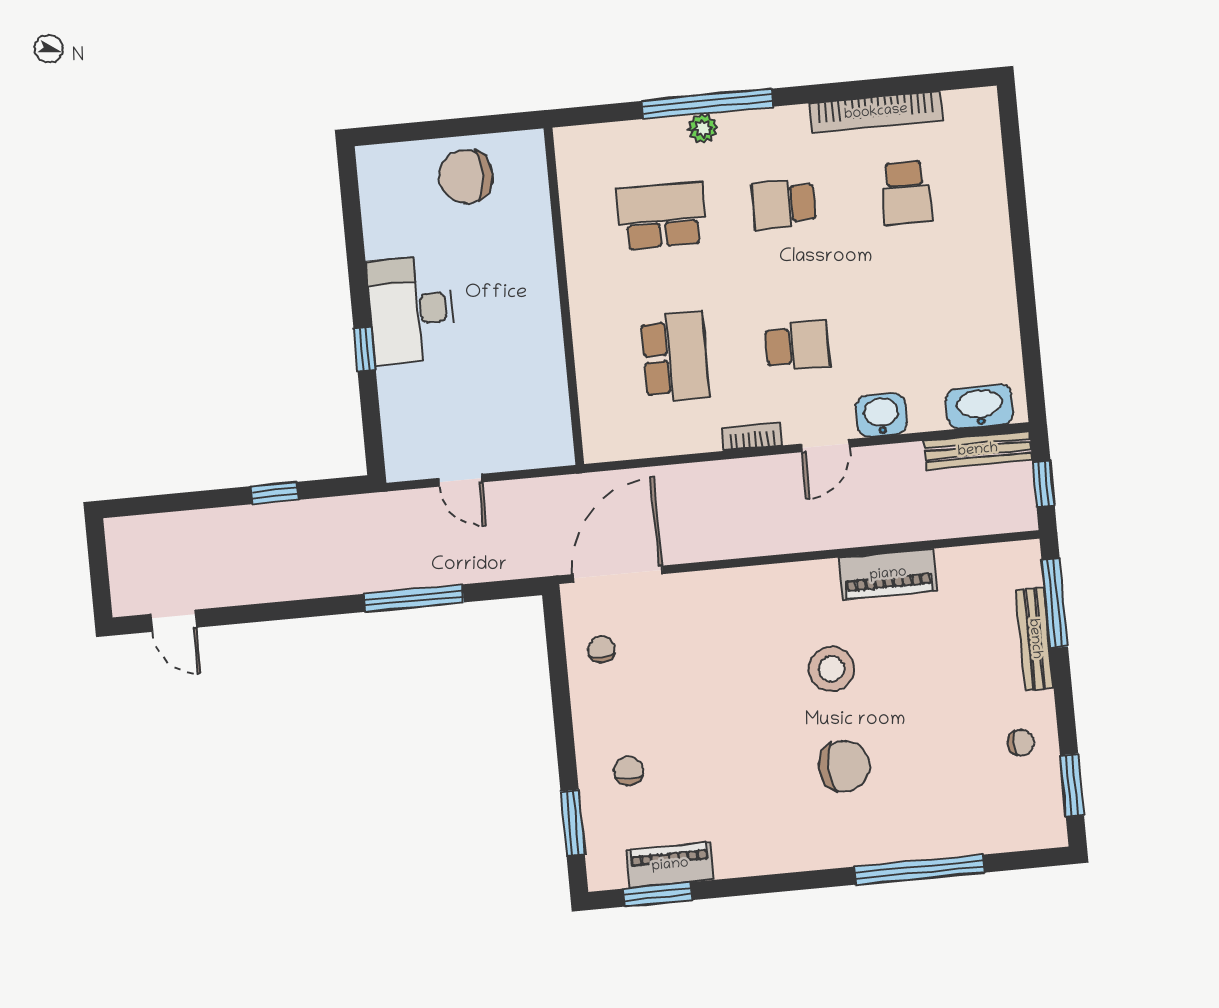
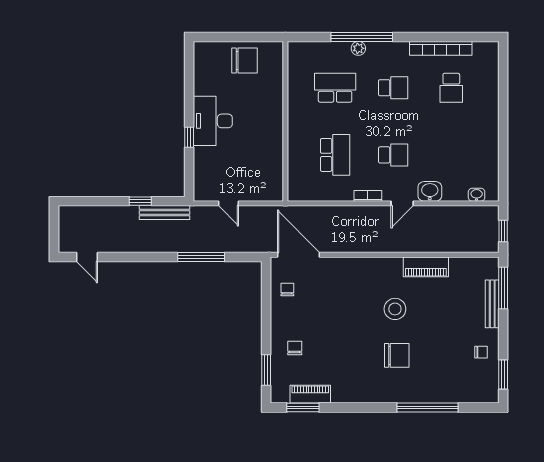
chair: (466, 177) -> (245, 61), turned 180
school desk: (784, 204) -> (393, 88), turned 180
washbasin: (980, 406) -> (477, 195), width x0.52, depth x0.69
bench: (978, 450) -> (164, 213), moved
door: (618, 574) -> (299, 255), hinge flipped

